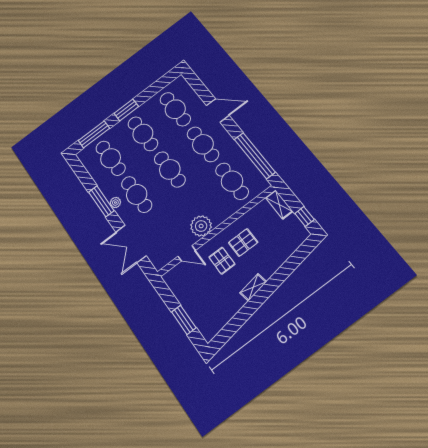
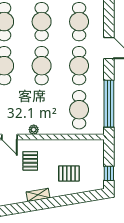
shelving: (279, 204) -> (98, 152), removed
plant: (201, 226) -> (34, 130), width x0.53, depth x0.53
pallet: (243, 242) -> (69, 173), moved

